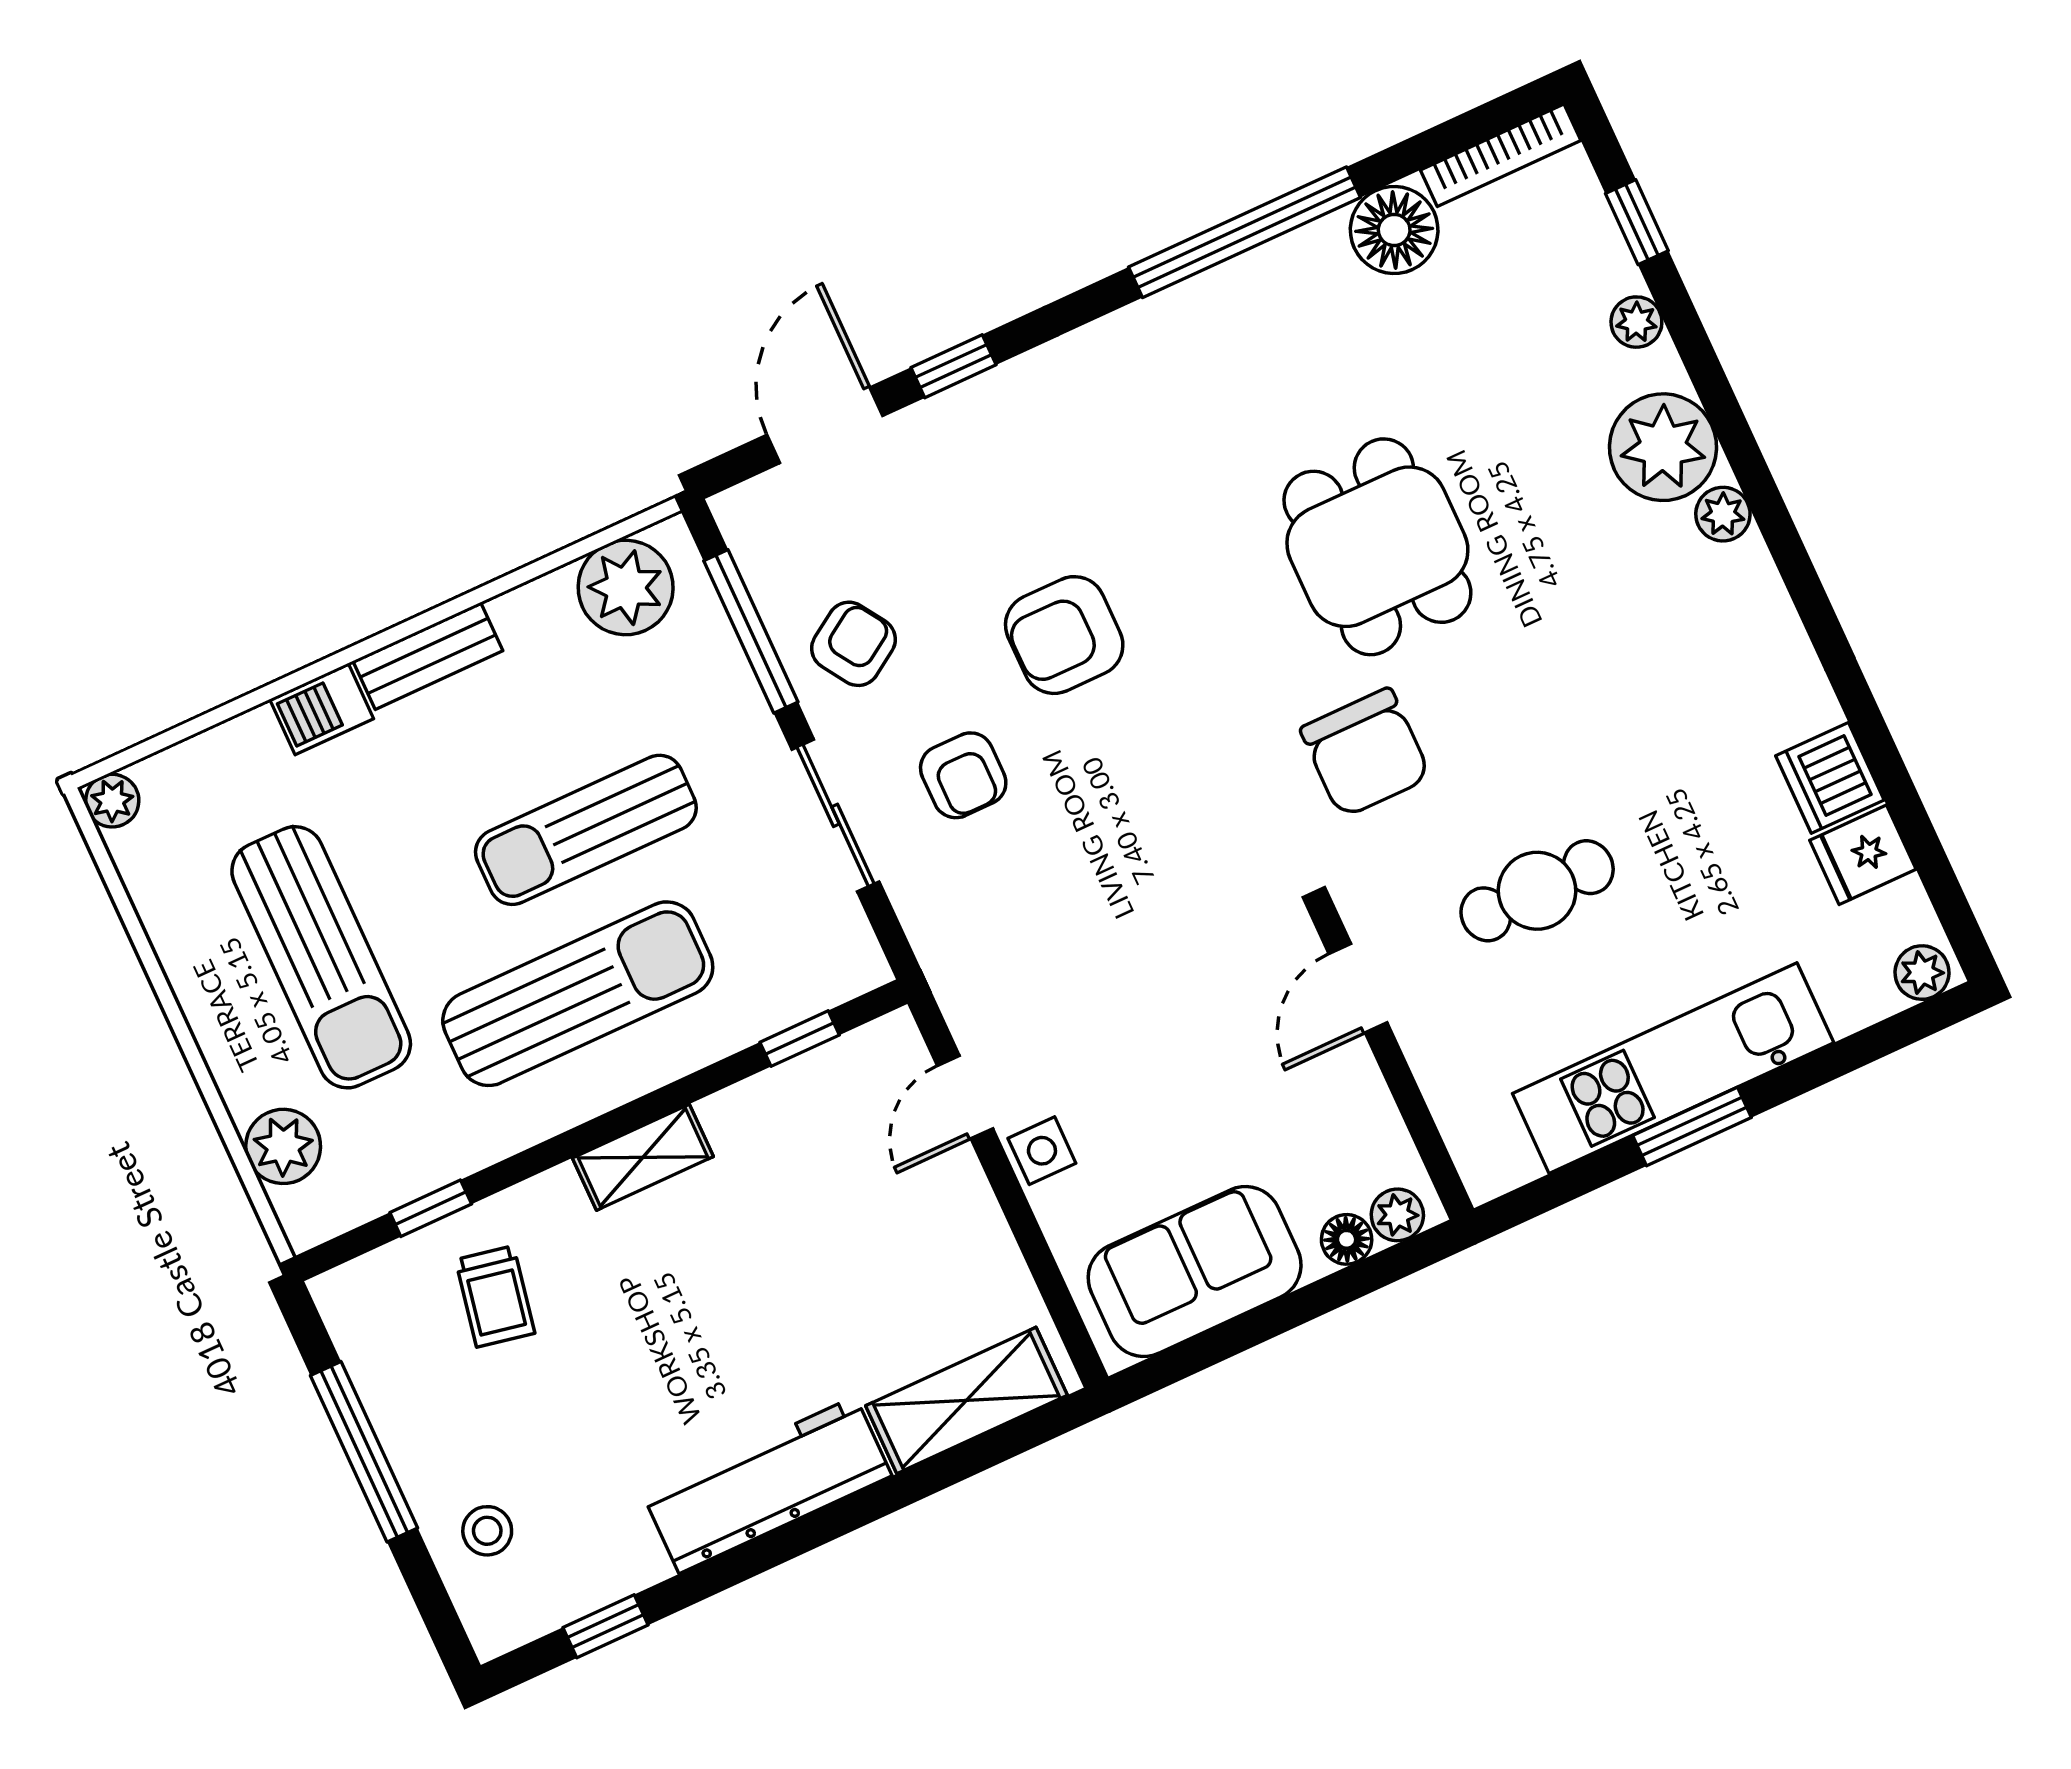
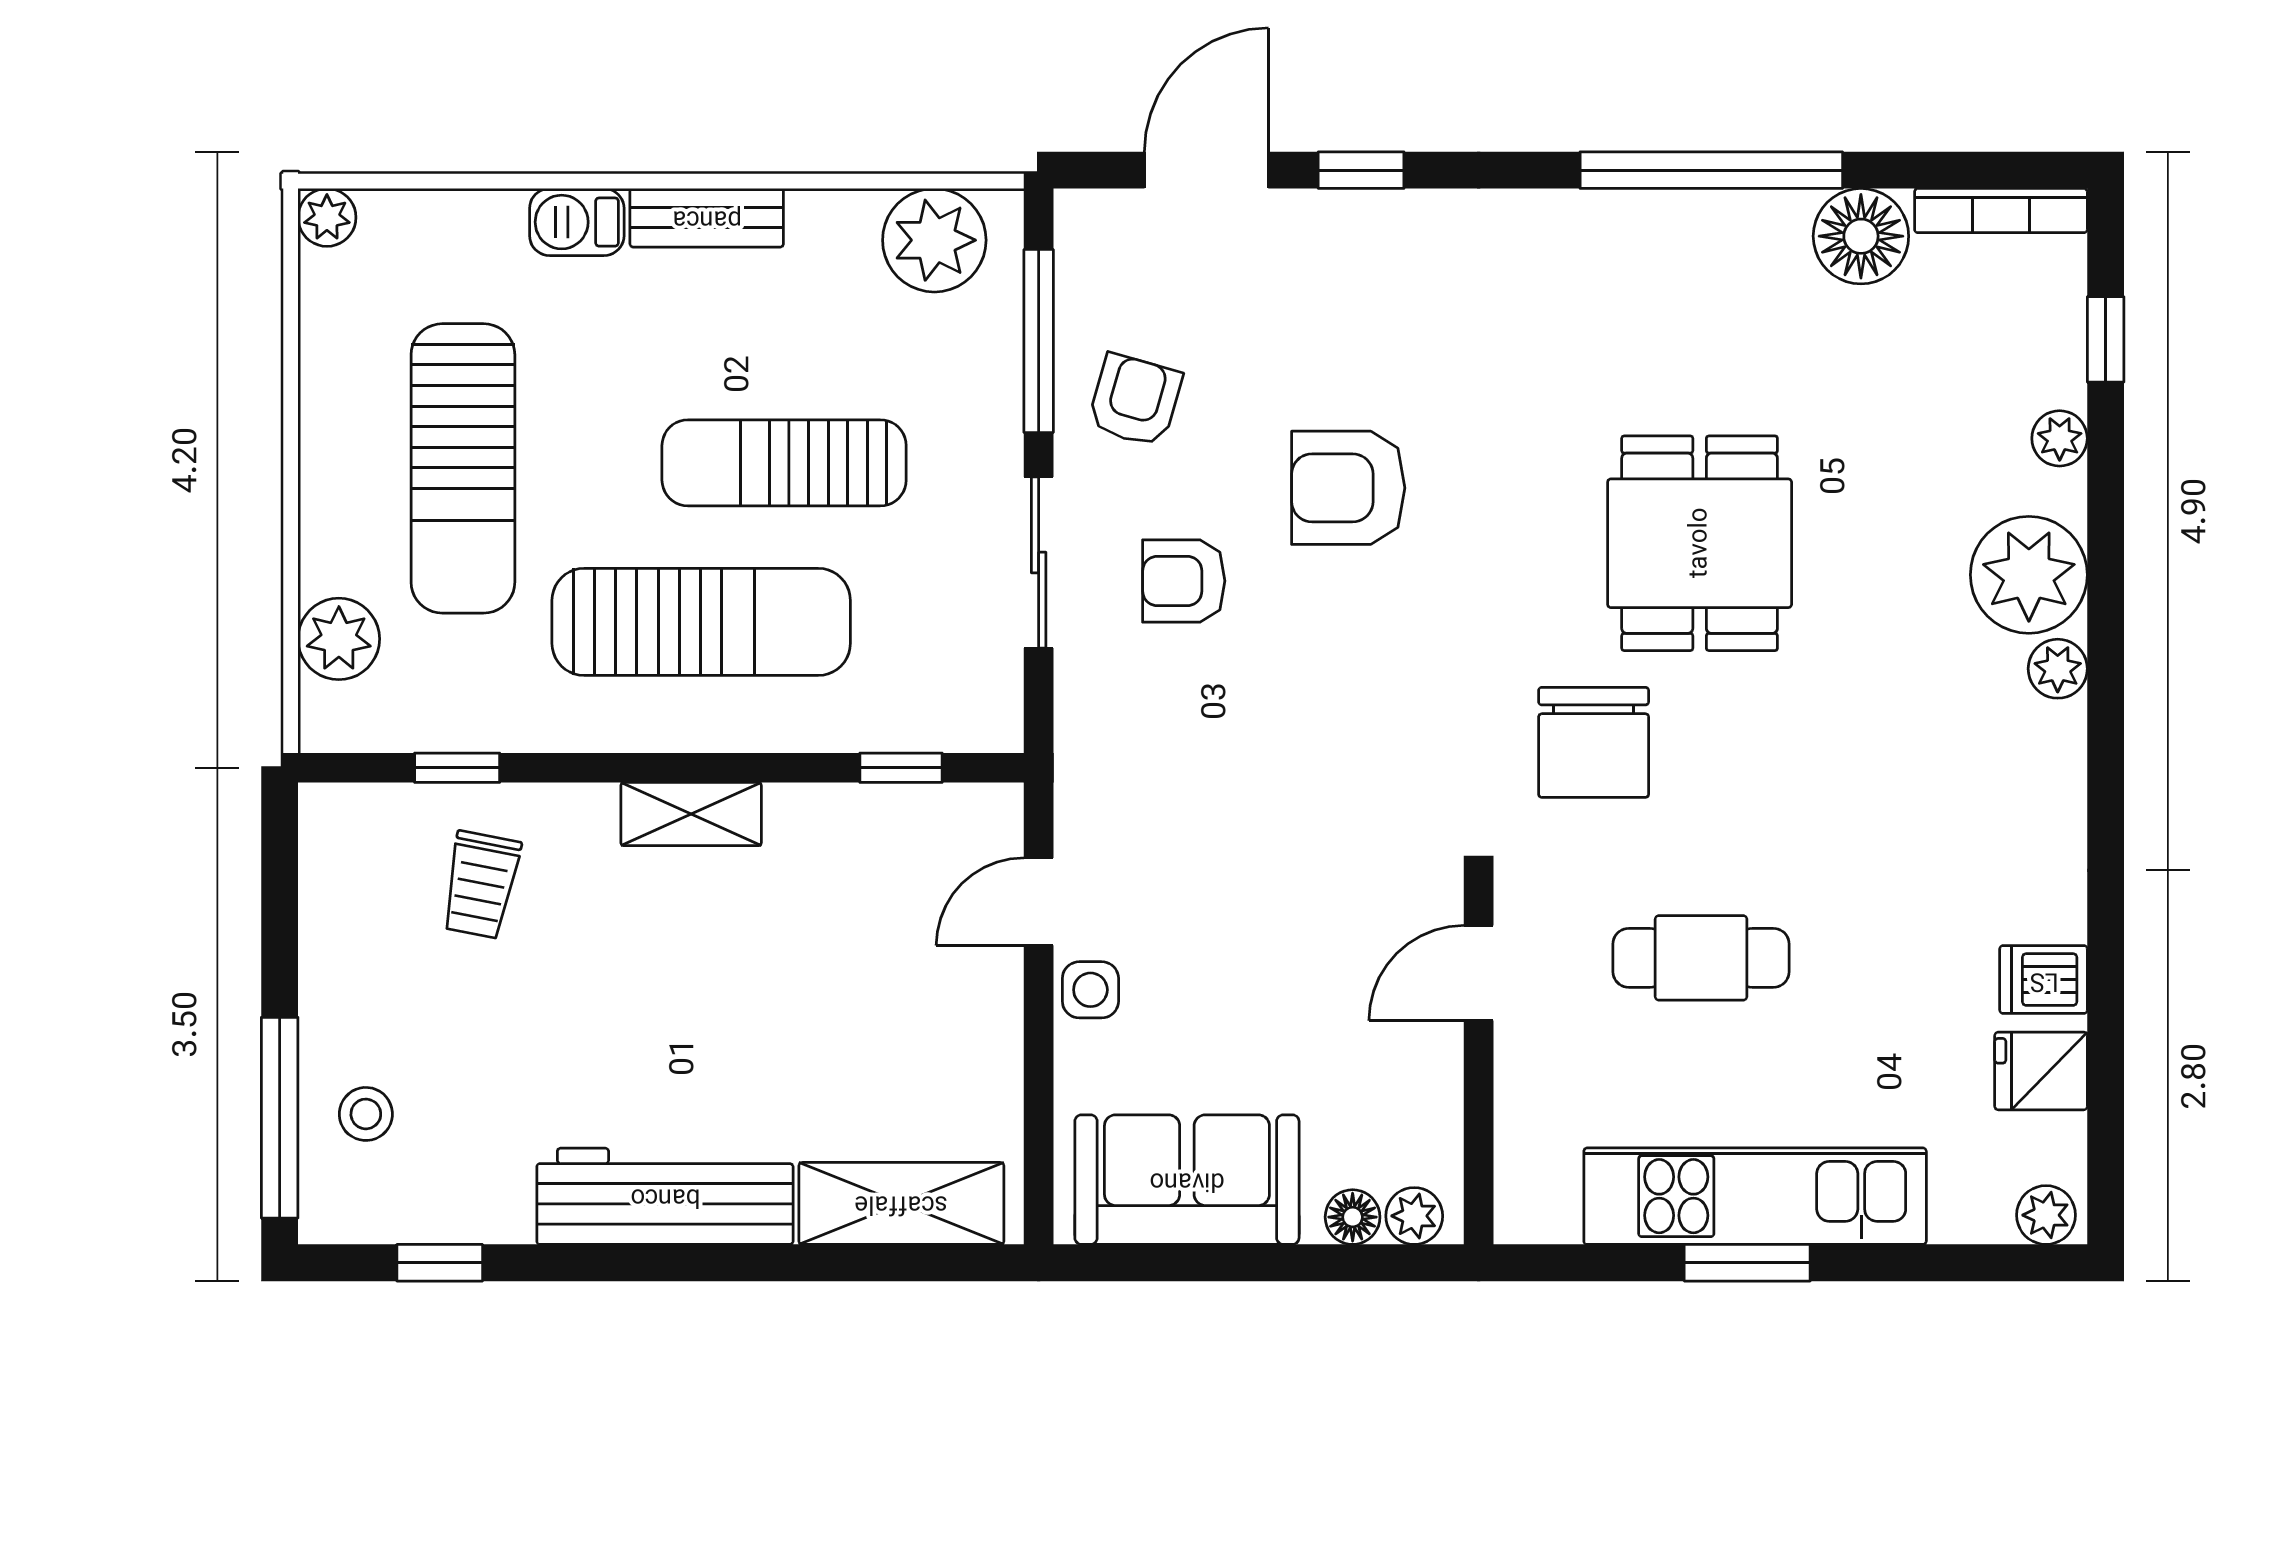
armchair: (854, 644) -> (1135, 400), turned -41
armchair: (963, 775) -> (1184, 581), turned 90
dishwasher: (1830, 778) -> (2044, 980), width x0.73
window: (364, 1452) -> (280, 1118), moved

